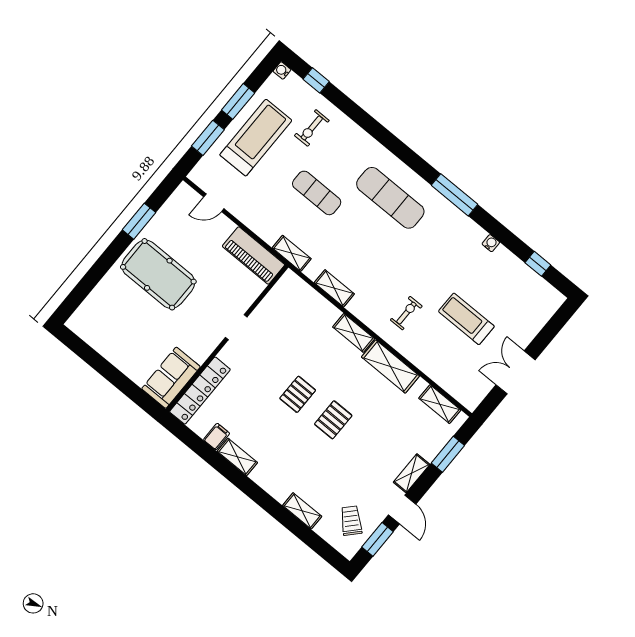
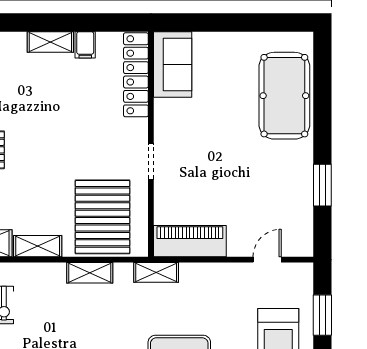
pool table: (158, 274) -> (284, 96), moved, turned 90
pallet: (298, 394) -> (102, 217), moved, width x2.05, depth x2.00

